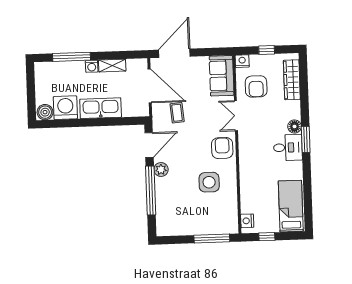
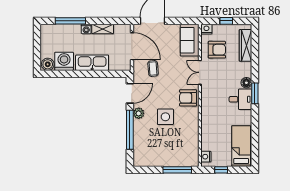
armchair: (256, 86) -> (217, 50), turned -90
armchair: (222, 148) -> (188, 98), turned -90
side table: (209, 182) -> (165, 117), moved

